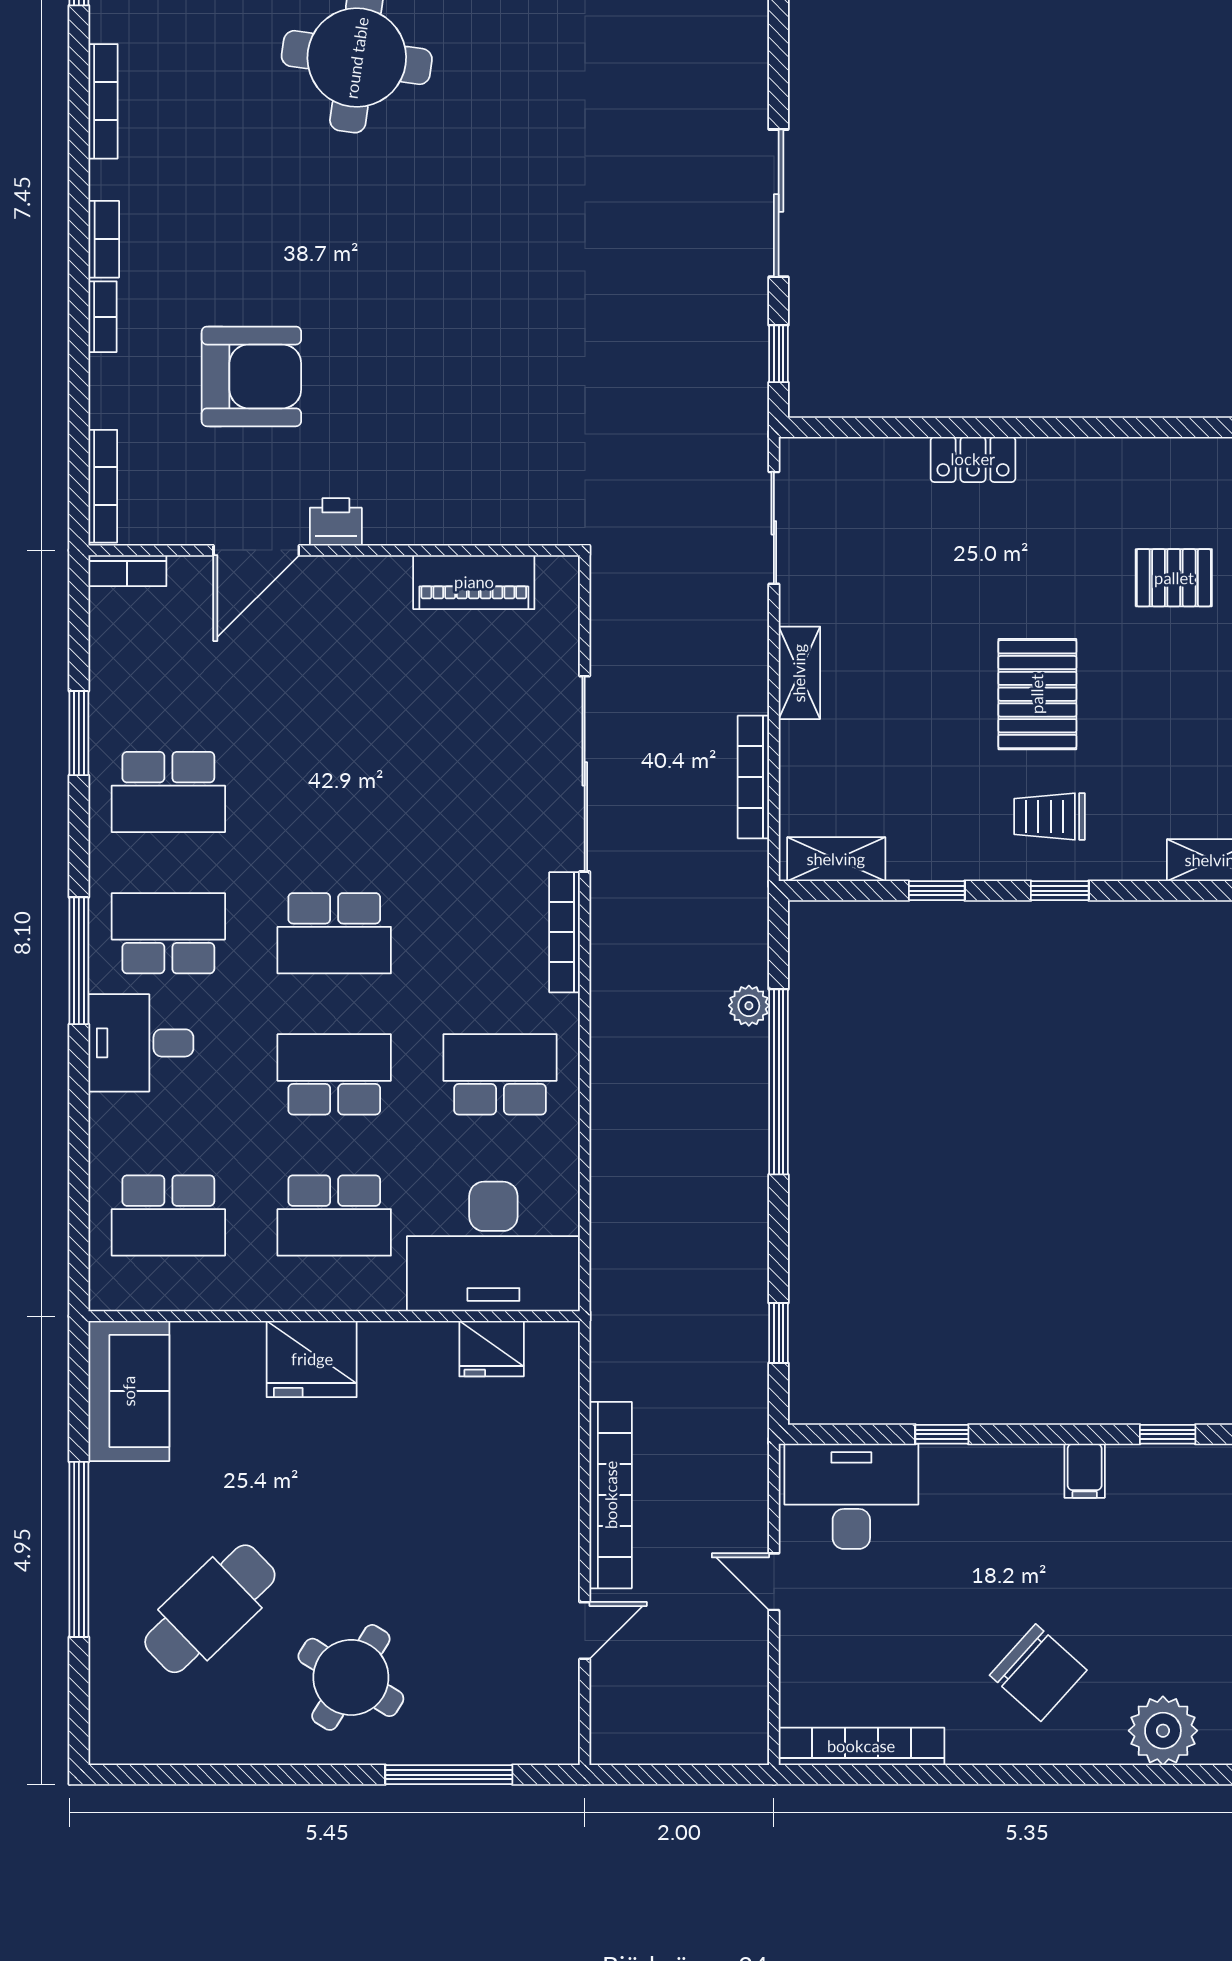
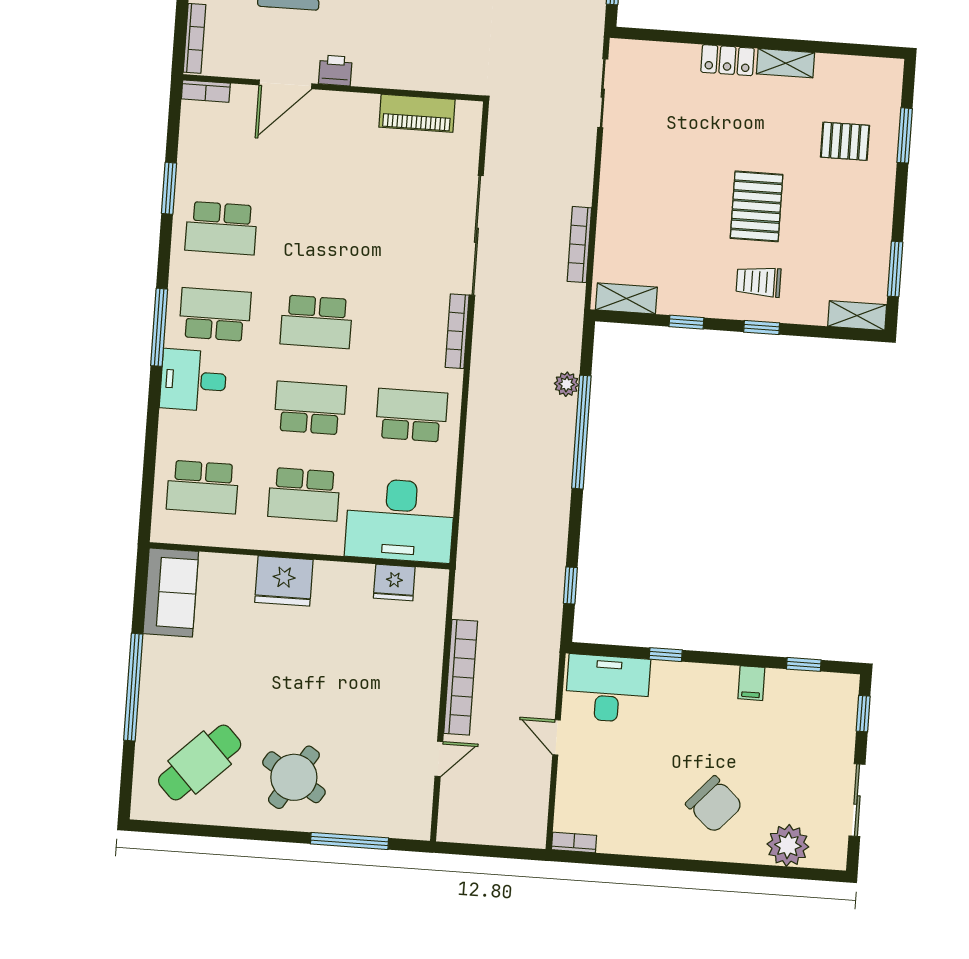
shelving: (799, 673) -> (785, 63), moved, turned 90
cafe table: (210, 1609) -> (200, 762), moved
bookcase: (861, 1746) -> (574, 842), width x0.43, depth x0.76

